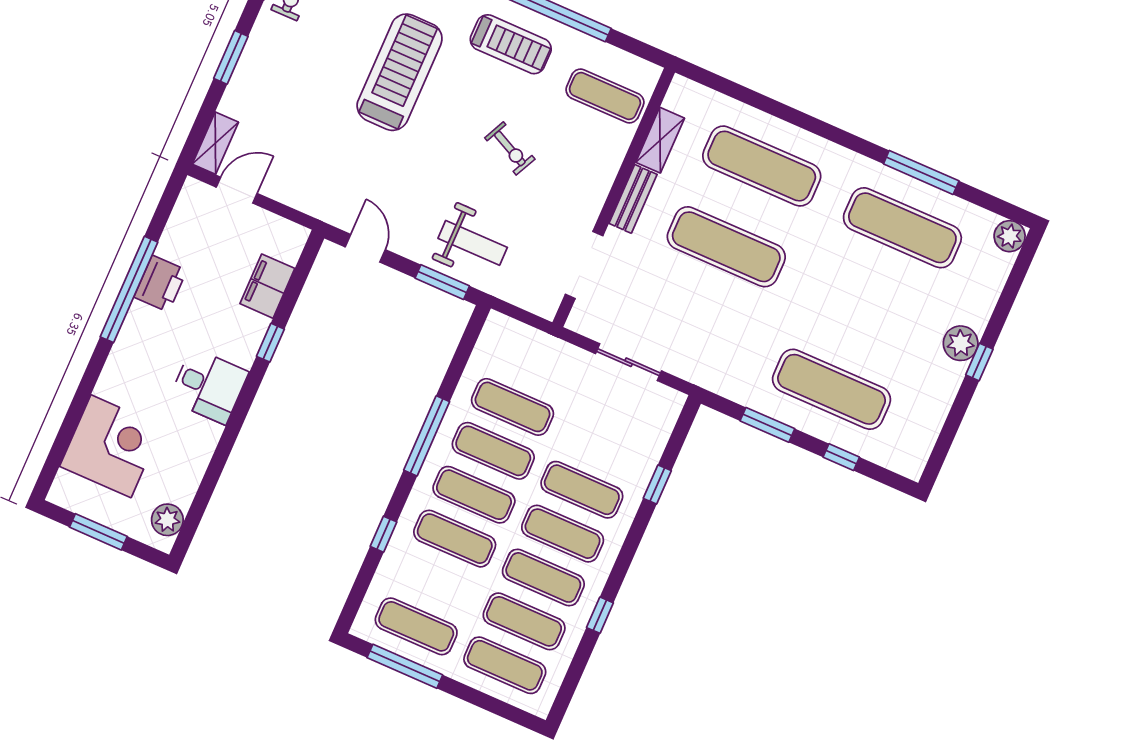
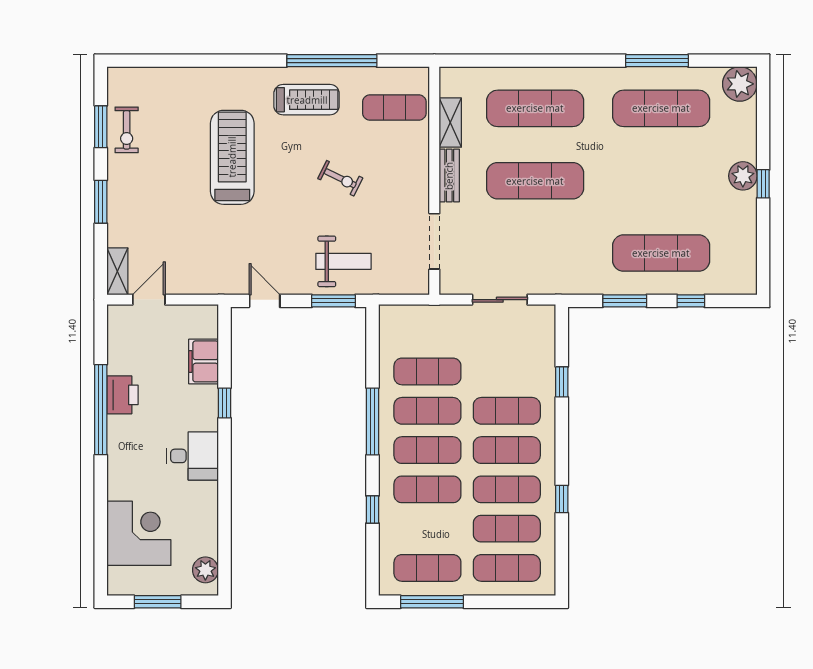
plant: (1010, 236) -> (740, 84), width x1.36, depth x1.36

